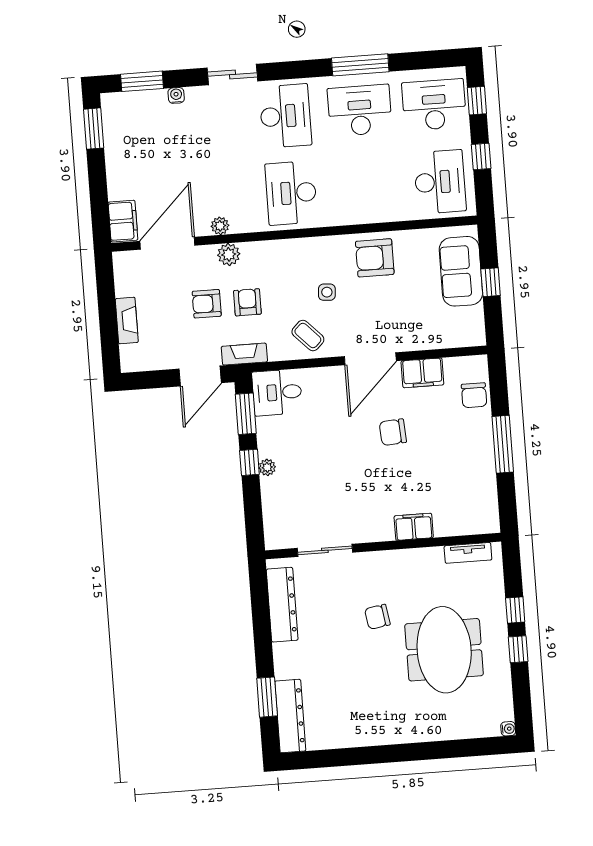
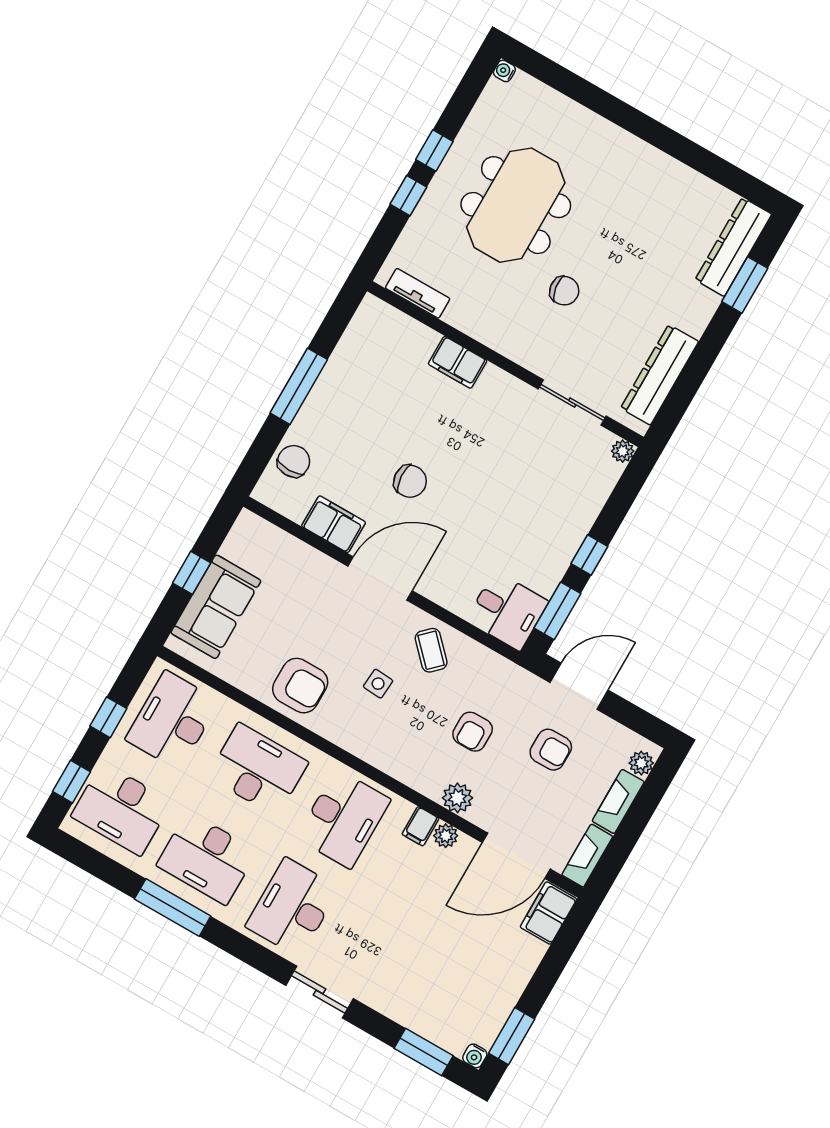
water cooler: (176, 95) -> (475, 1056), moved
desk: (366, 187) -> (258, 770), added
filing cabinet: (240, 221) -> (420, 826), added
armchair: (207, 304) -> (551, 750), moved
plant: (129, 354) -> (641, 763), added
fireplace: (244, 354) -> (587, 856), moved, turned 90
plant: (267, 467) -> (623, 451), moved

